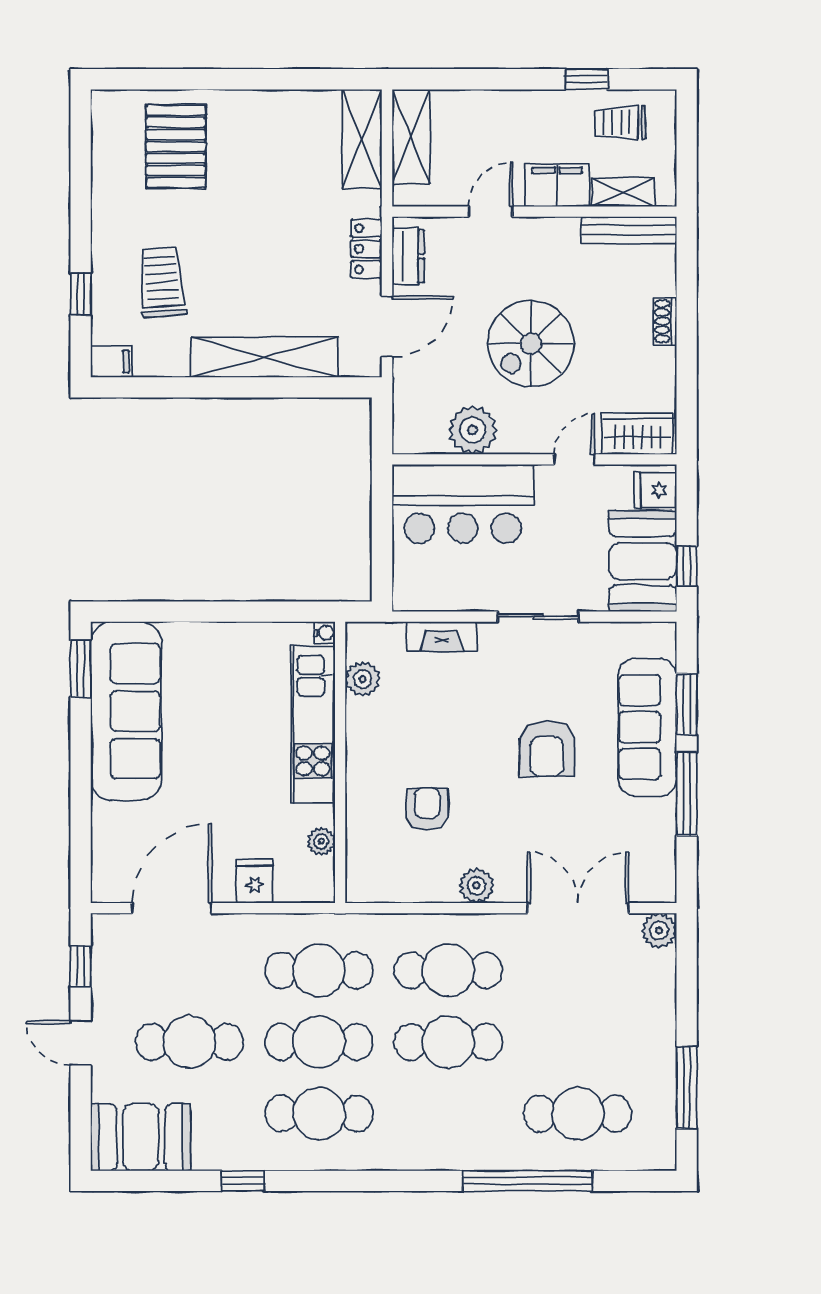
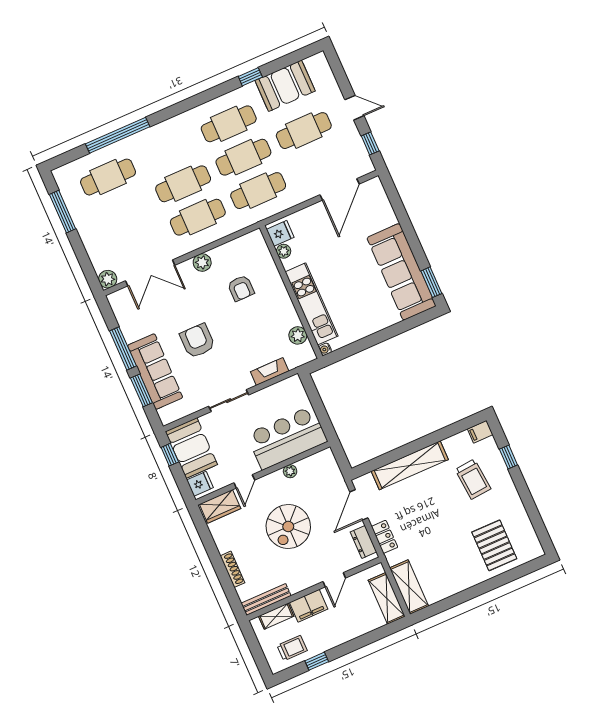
shoe rack: (665, 321) -> (232, 569), width x1.43
spiral stairs: (531, 344) -> (288, 527), turned 180
plant: (473, 430) -> (290, 471), width x0.53, depth x0.53
fridge: (255, 881) -> (280, 233), moved, turned -90
booth: (141, 1137) -> (285, 86), moved

